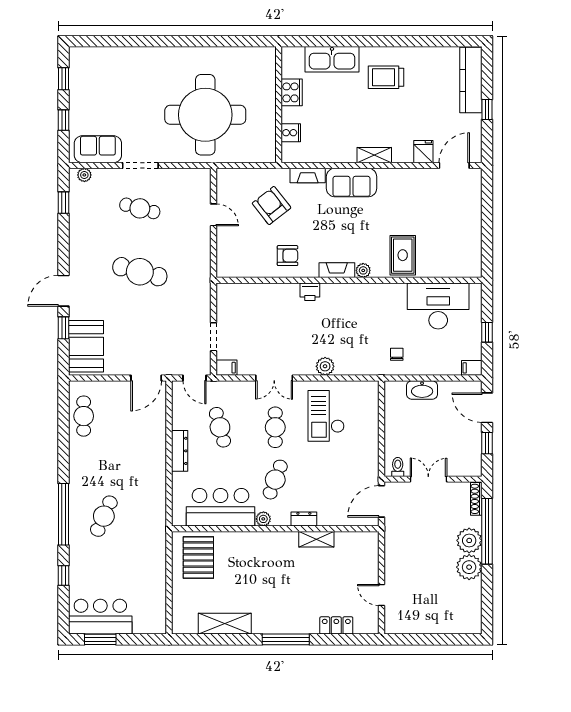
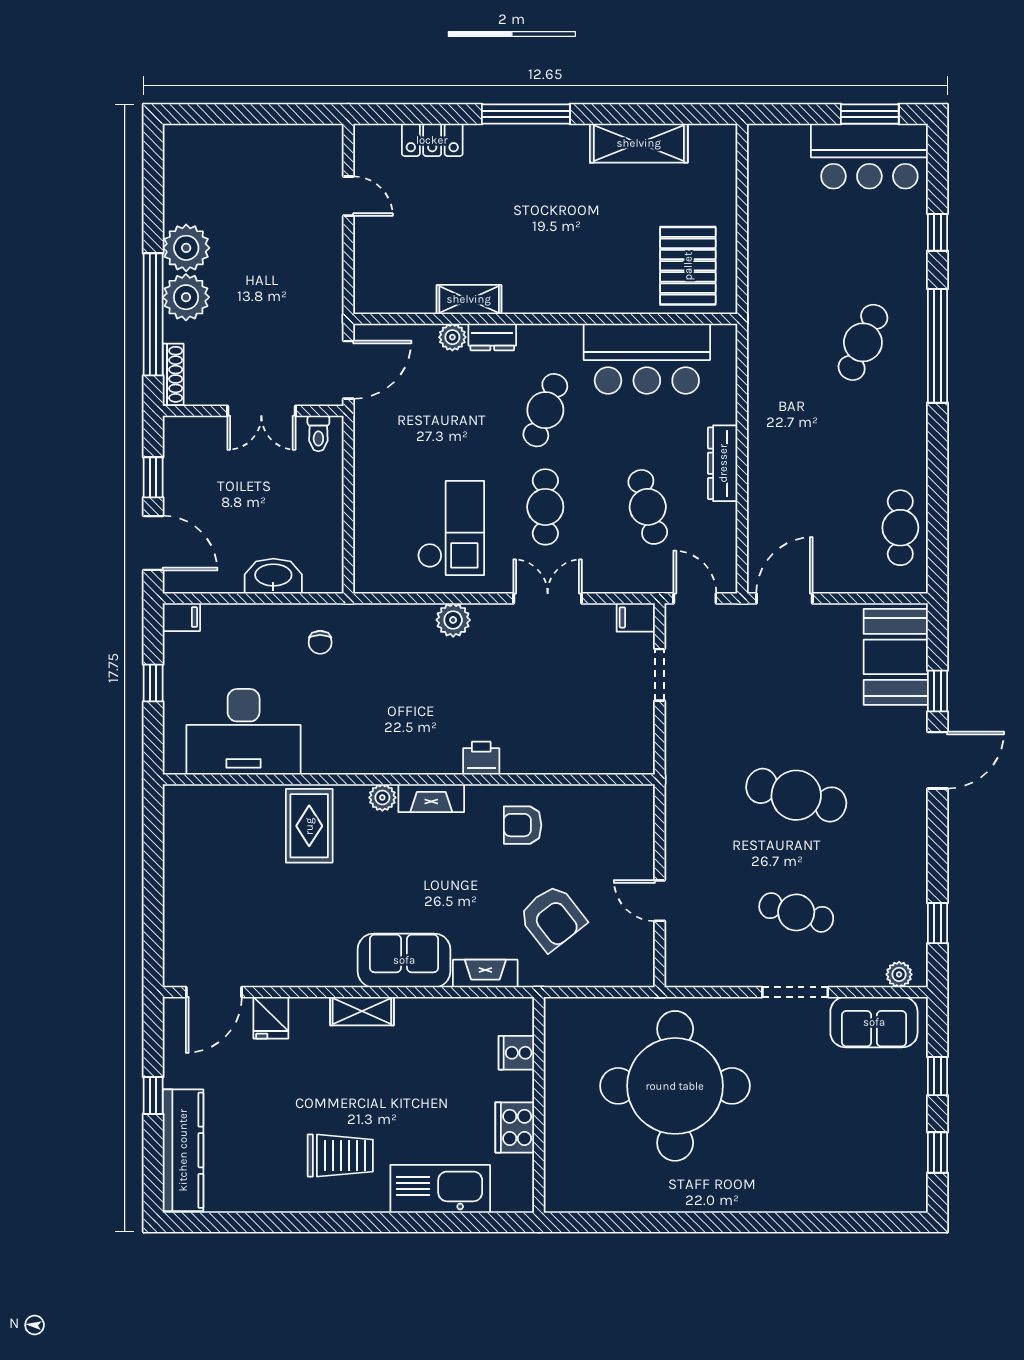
plant: (263, 519) -> (452, 337), moved

